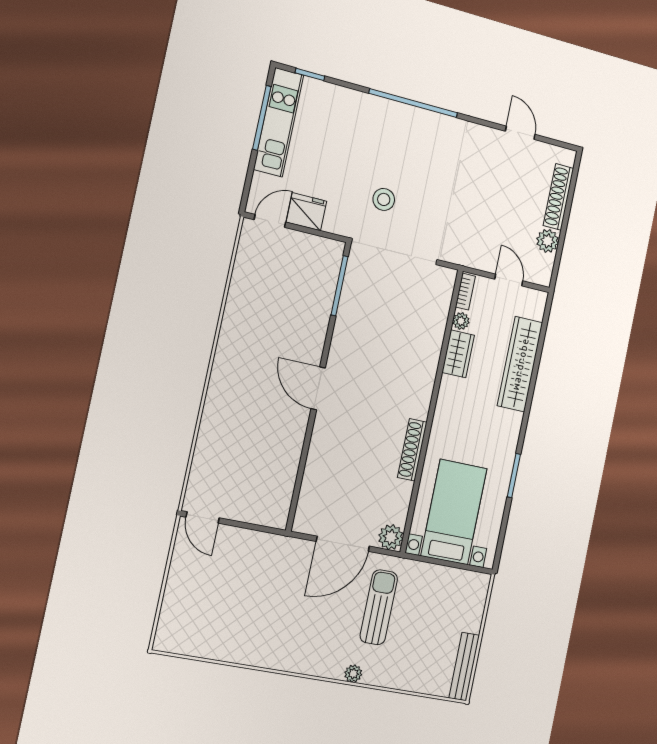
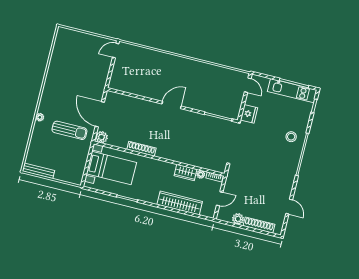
door: (520, 133) -> (289, 207), hinge flipped
stool: (384, 199) -> (291, 137), moved
fridge: (307, 212) -> (249, 114), moved

